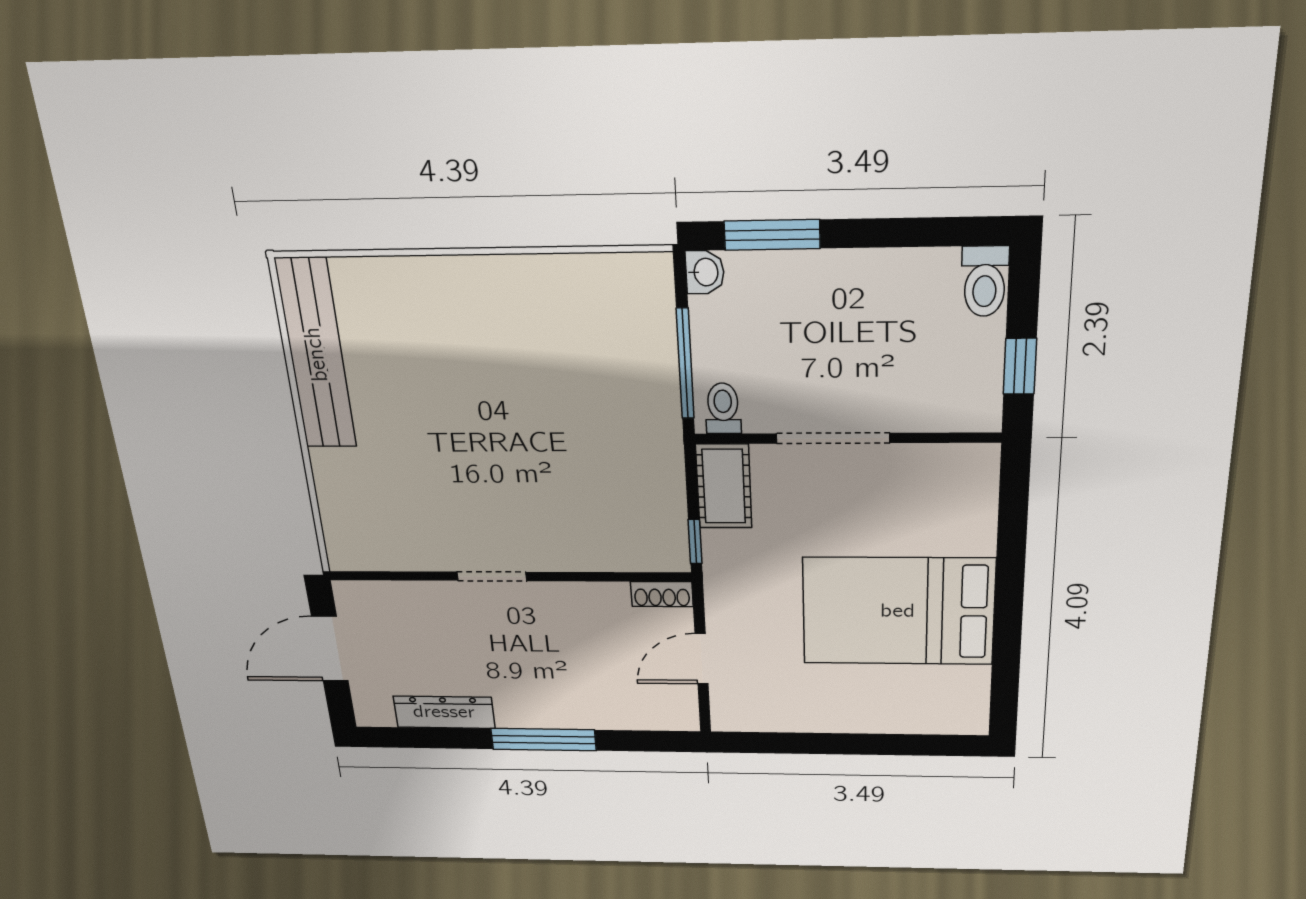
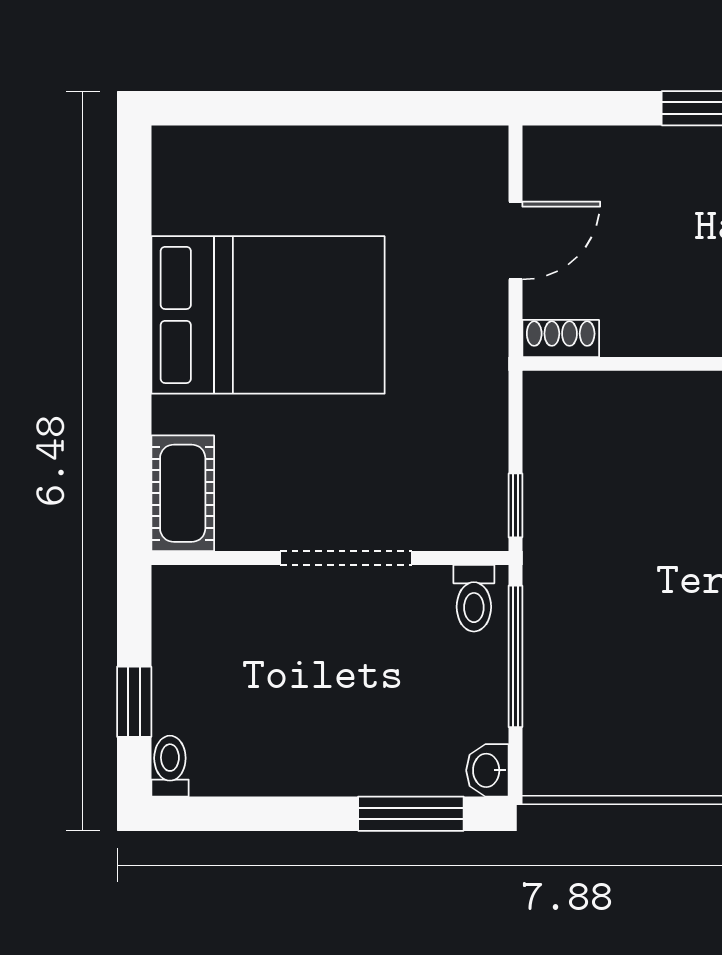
toilet: (985, 281) -> (170, 766), width x0.73, depth x0.72
window: (1020, 366) -> (134, 702), moved
cot: (724, 486) -> (183, 493), moved
window: (695, 542) -> (515, 505), moved

